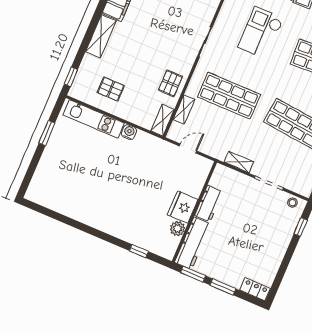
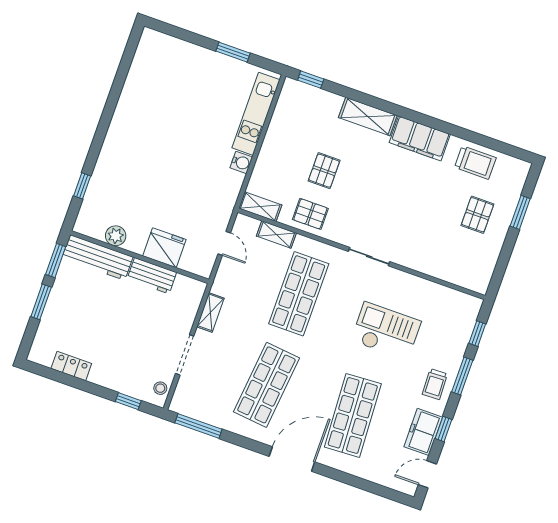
pallet: (111, 89) -> (324, 171), moved
fridge: (183, 207) -> (164, 248), moved
locker: (255, 289) -> (71, 366), moved, turned -90

